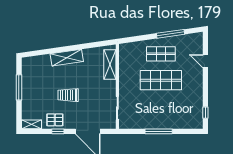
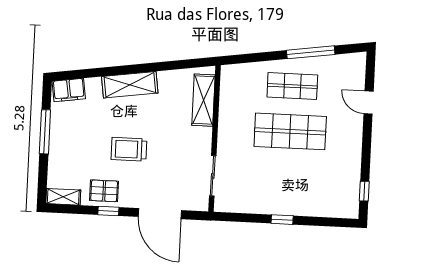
filing cabinet: (32, 62) -> (69, 90), added
window: (159, 131) -> (282, 220), width x0.46

